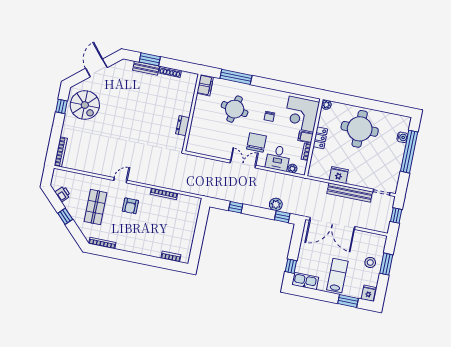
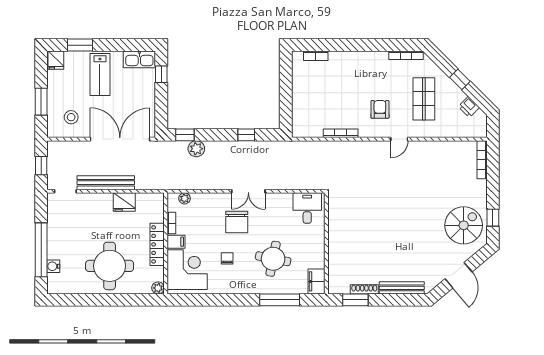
window: (150, 59) -> (355, 300), moved
bench: (146, 68) -> (402, 288), width x1.36
spiral stairs: (85, 105) -> (464, 225), turned 90
dresser: (183, 126) -> (335, 224), removed
locker: (320, 138) -> (157, 244), width x1.53
desk: (278, 158) -> (307, 208), moved
stool: (370, 262) -> (71, 117), moved

